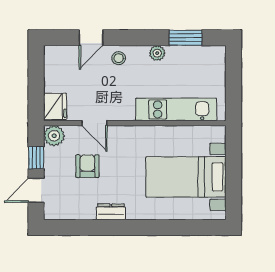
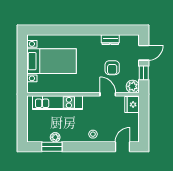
door: (91, 38) -> (123, 147), moved
plant: (157, 53) -> (55, 137), moved
dresser: (111, 212) -> (110, 40), moved

